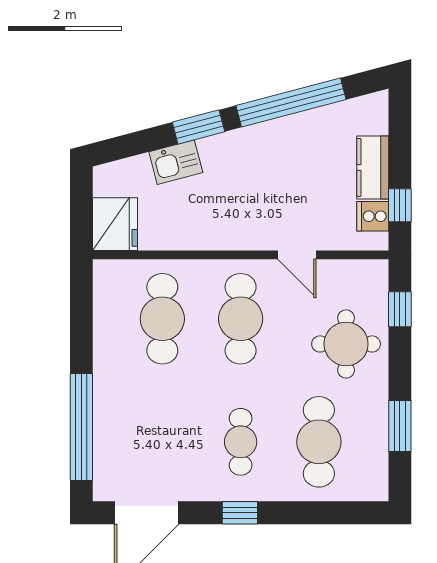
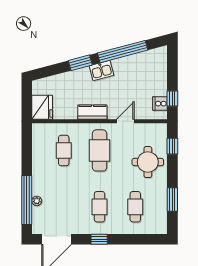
kitchen sink: (176, 162) -> (101, 71), moved
kitchen counter: (373, 167) -> (92, 112), moved, turned 90
door: (297, 255) -> (125, 121), swing flipped
cafe table: (162, 319) -> (64, 150), width x0.73, depth x0.74
plant: (103, 429) -> (37, 201), added
cafe table: (319, 442) -> (135, 207), width x0.73, depth x0.74

